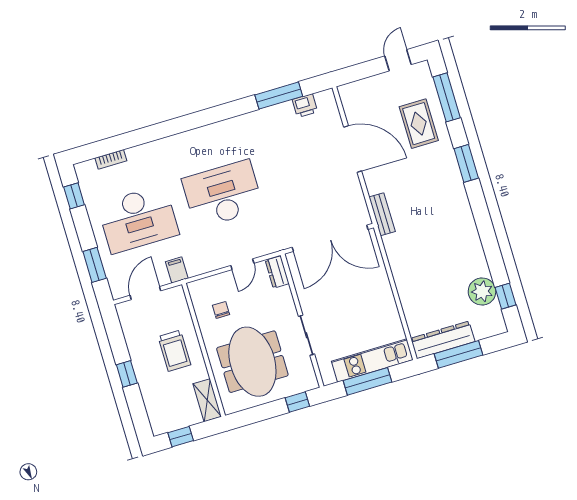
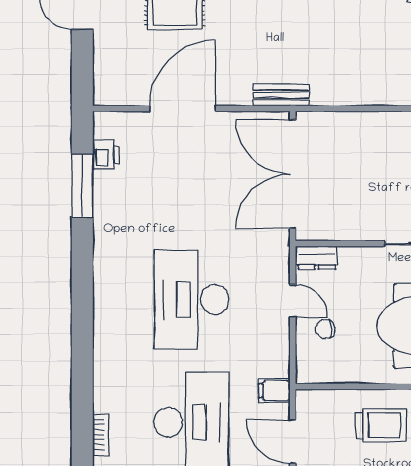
double door: (330, 238) -> (293, 174), swing flipped
chair: (221, 310) -> (325, 329), moved

